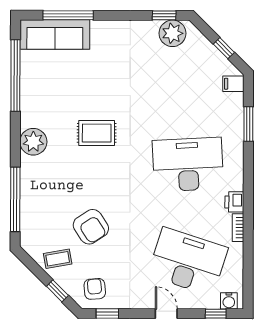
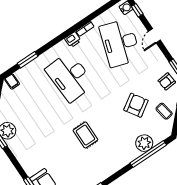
plant: (33, 142) -> (144, 143), moved

